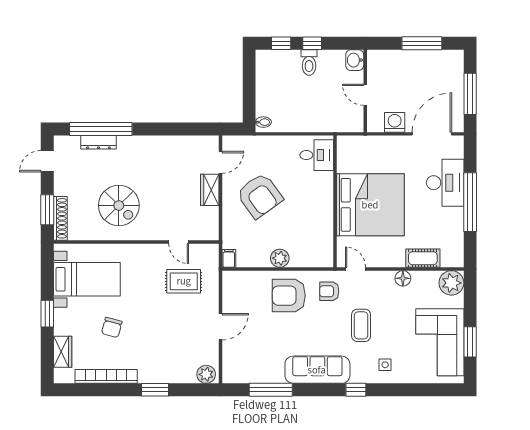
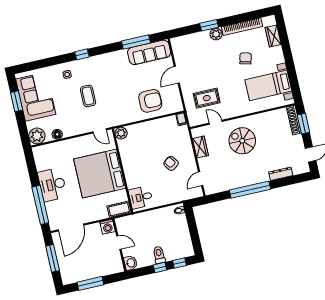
washing machine: (395, 122) -> (108, 227), moved
window: (101, 129) -> (250, 190), moved
desk: (445, 183) -> (52, 185), moved
wardrobe: (210, 190) -> (200, 147), moved
armchair: (260, 196) -> (171, 163), width x0.53, depth x0.53
window: (470, 202) -> (40, 205), moved
spiral stairs: (119, 205) -> (242, 141), moved
plant: (280, 258) -> (121, 133), moved
cot: (423, 258) -> (119, 209), moved
floor lamp: (403, 278) -> (57, 134), moved
armchair: (329, 291) -> (113, 113), removed
armchair: (289, 296) -> (150, 101), moved
window: (47, 314) -> (288, 58), removed
sofa: (317, 370) -> (149, 52), moved
plant: (206, 374) -> (216, 34), moved

